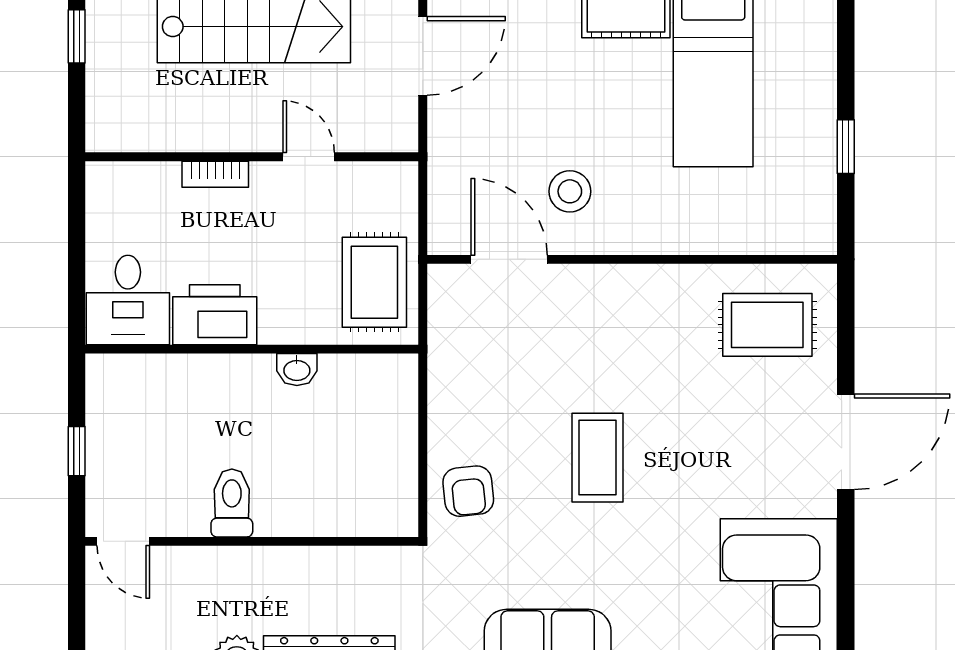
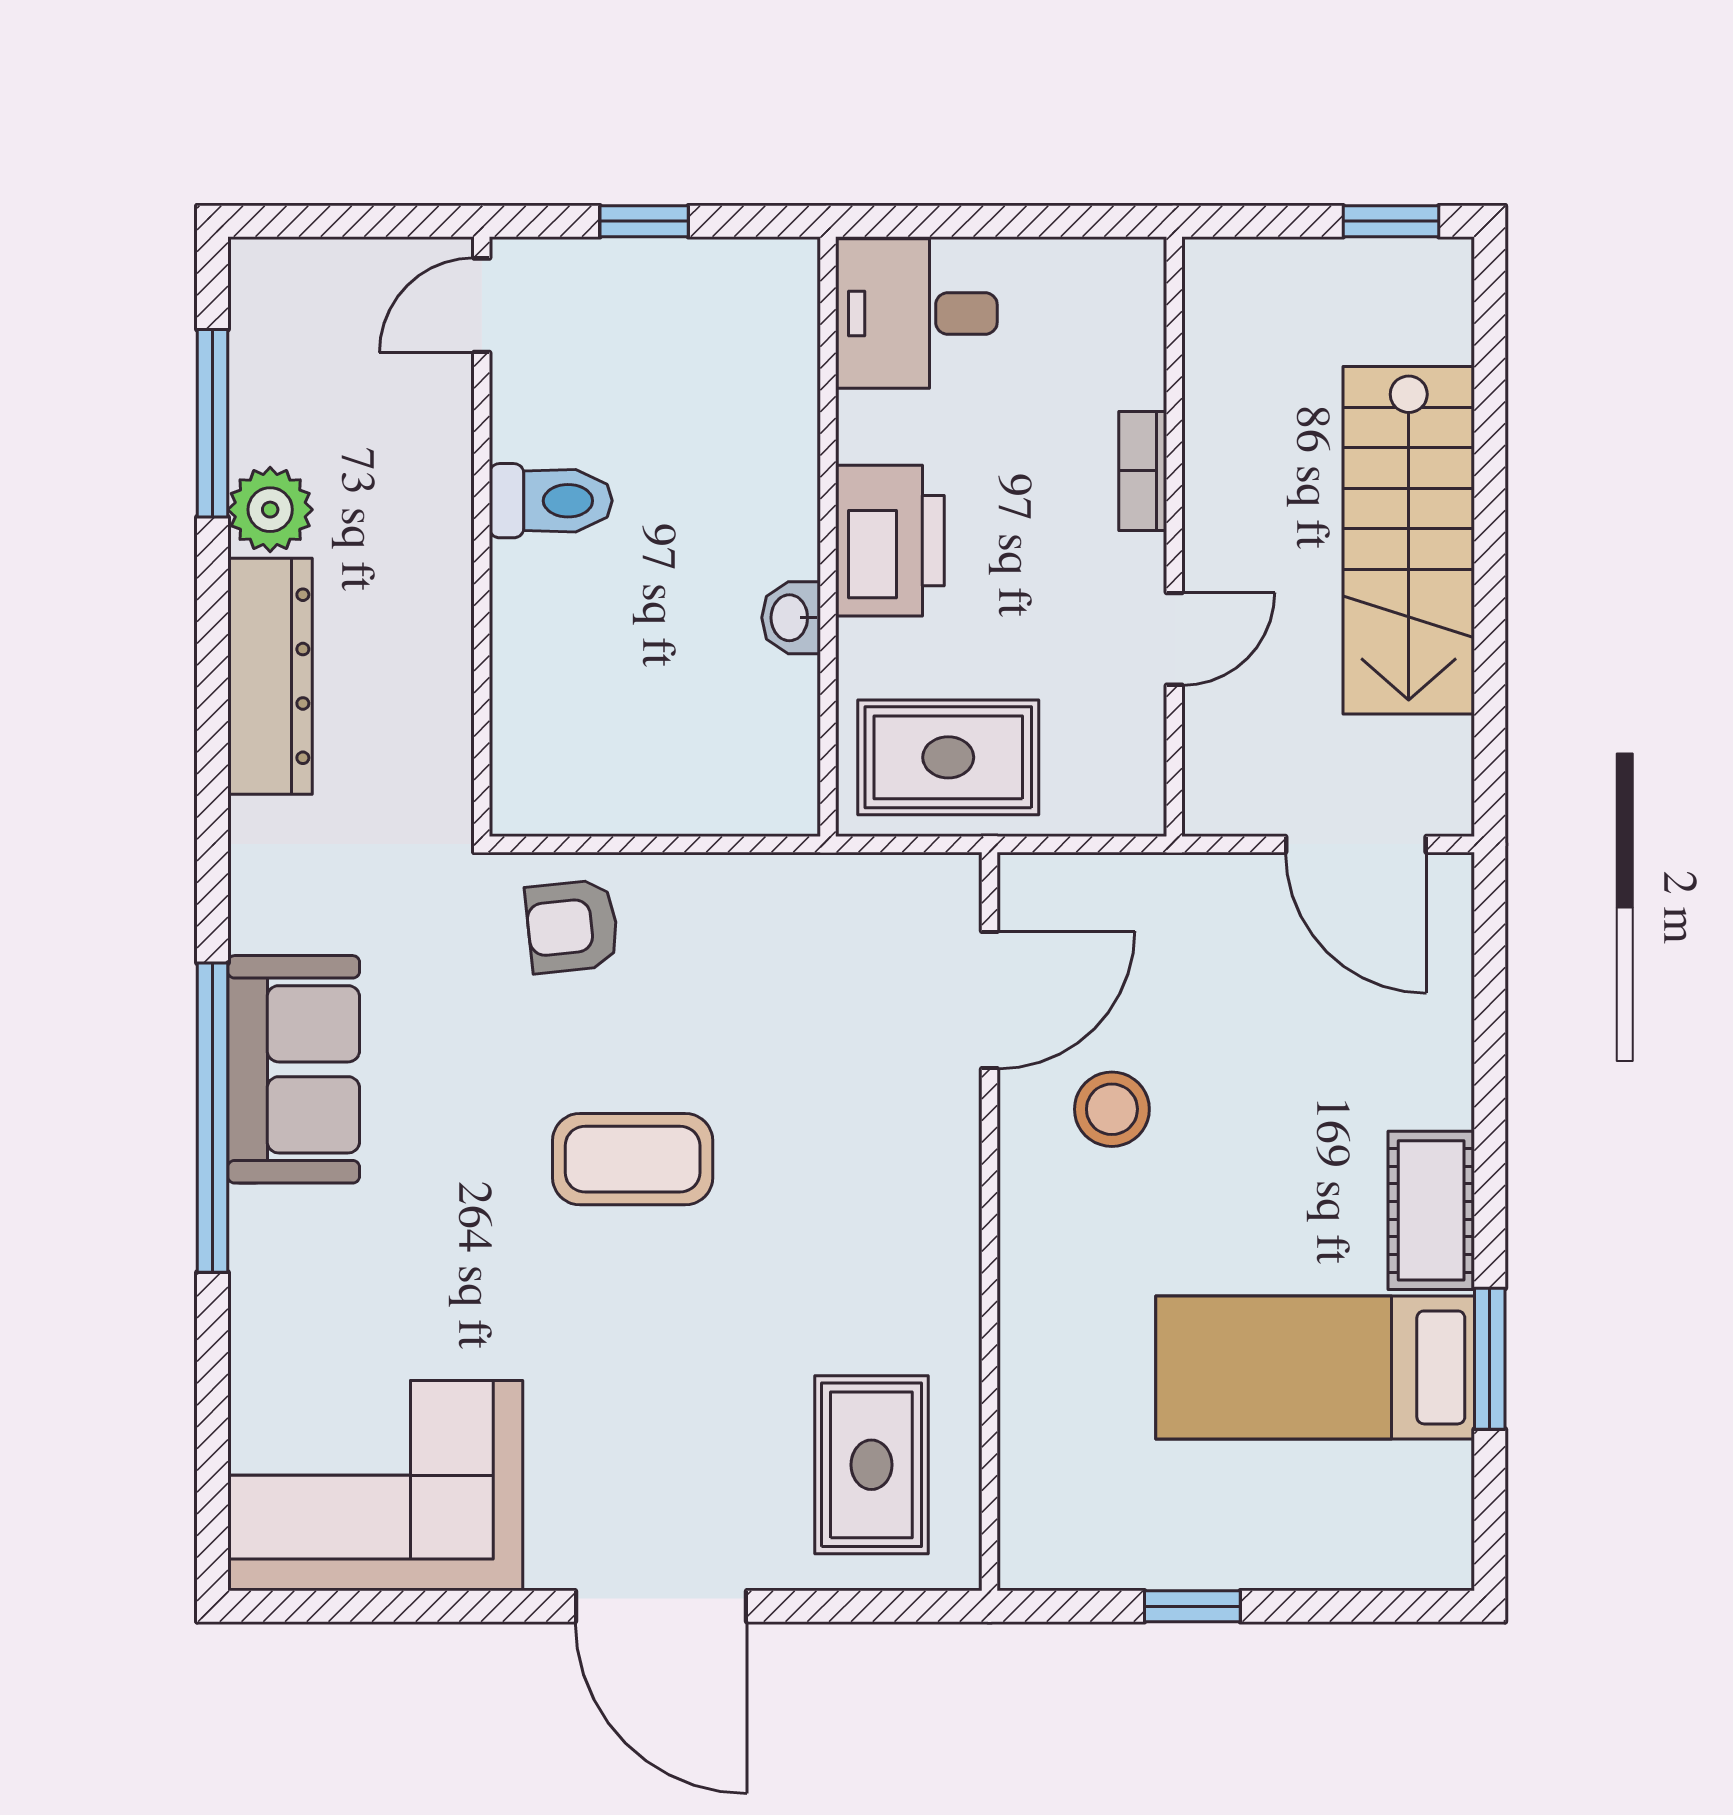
printer: (215, 315) -> (890, 541), moved

